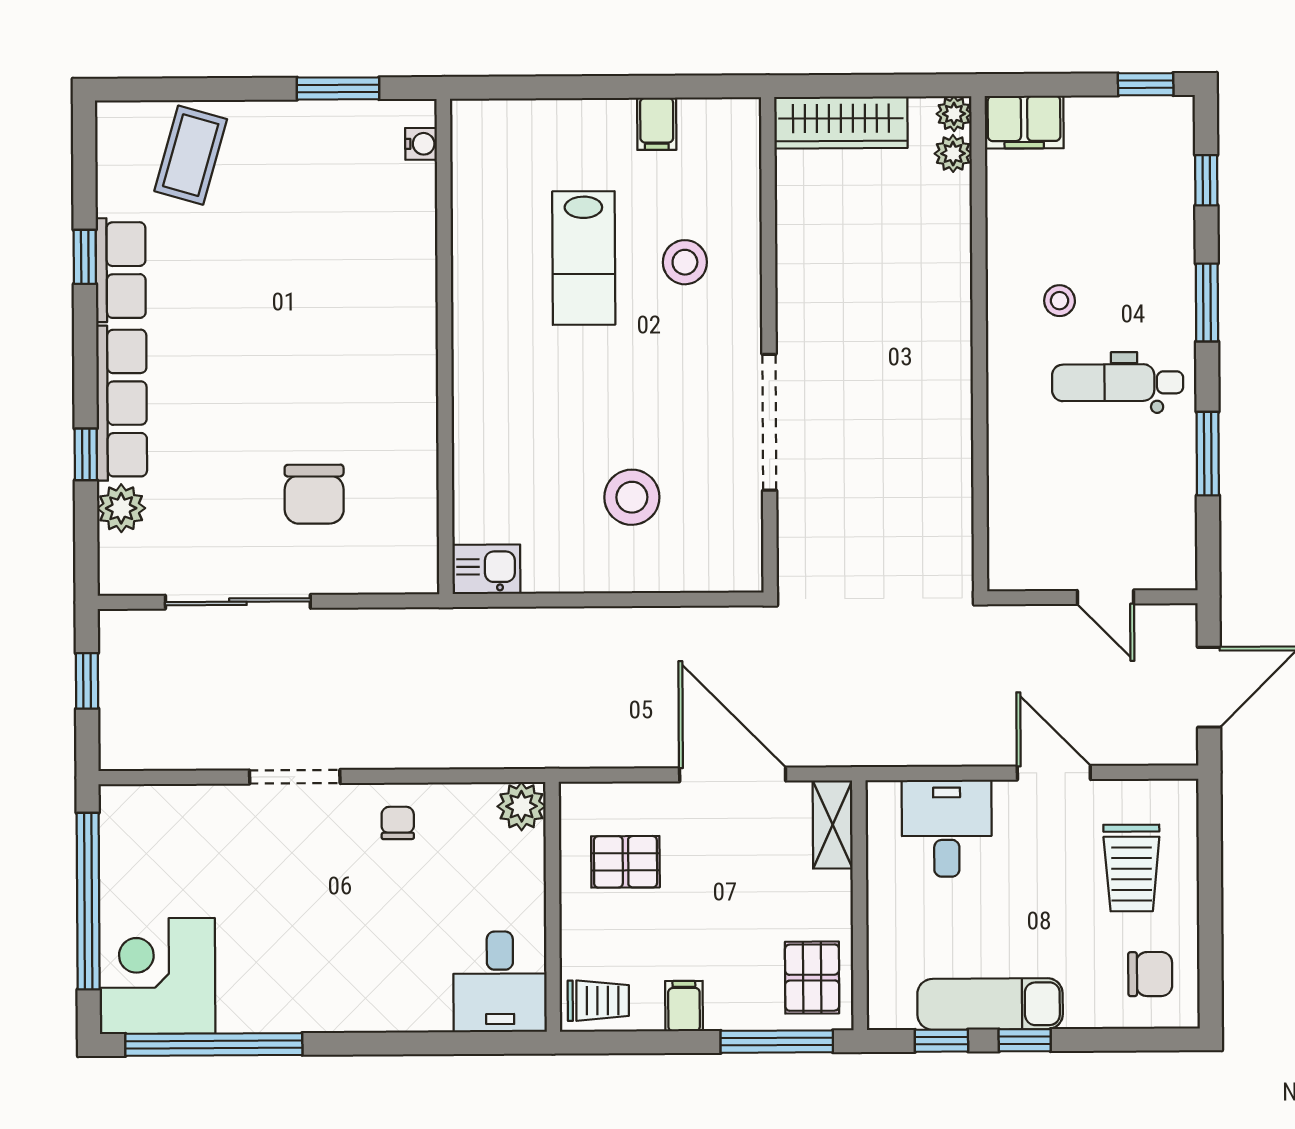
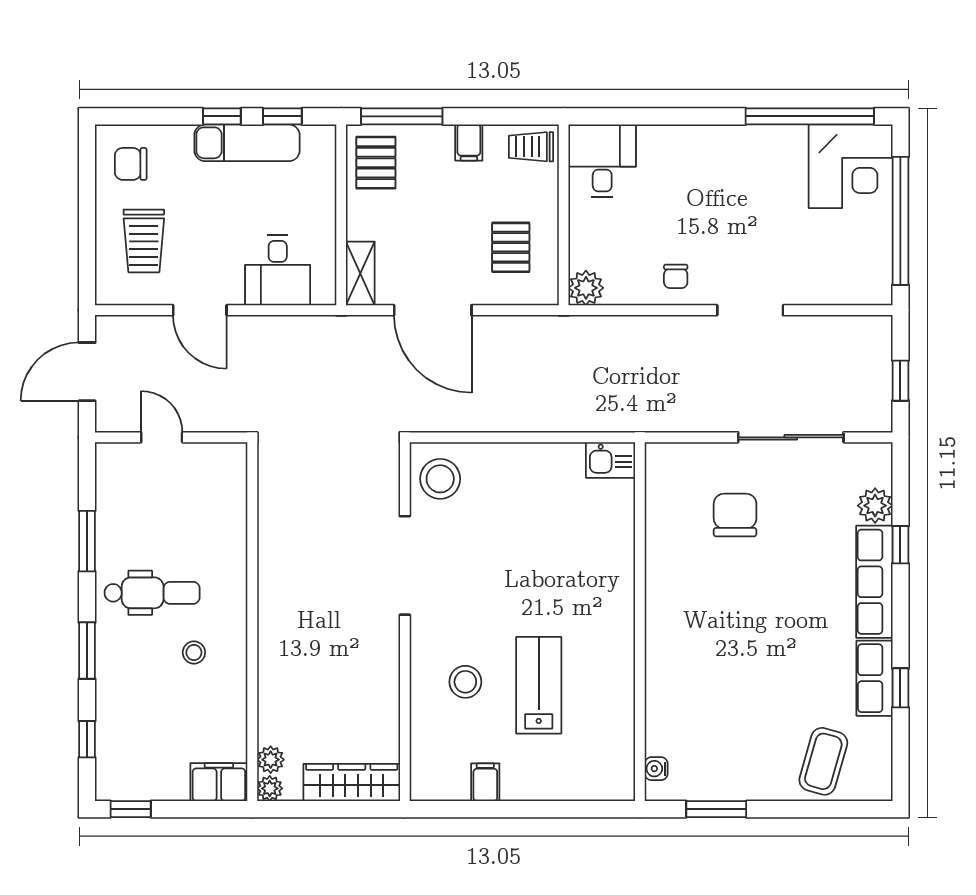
stool: (632, 497) -> (440, 479), moved
pallet: (625, 862) -> (511, 247), turned 90
trolley: (1132, 868) -> (144, 241), turned 180

